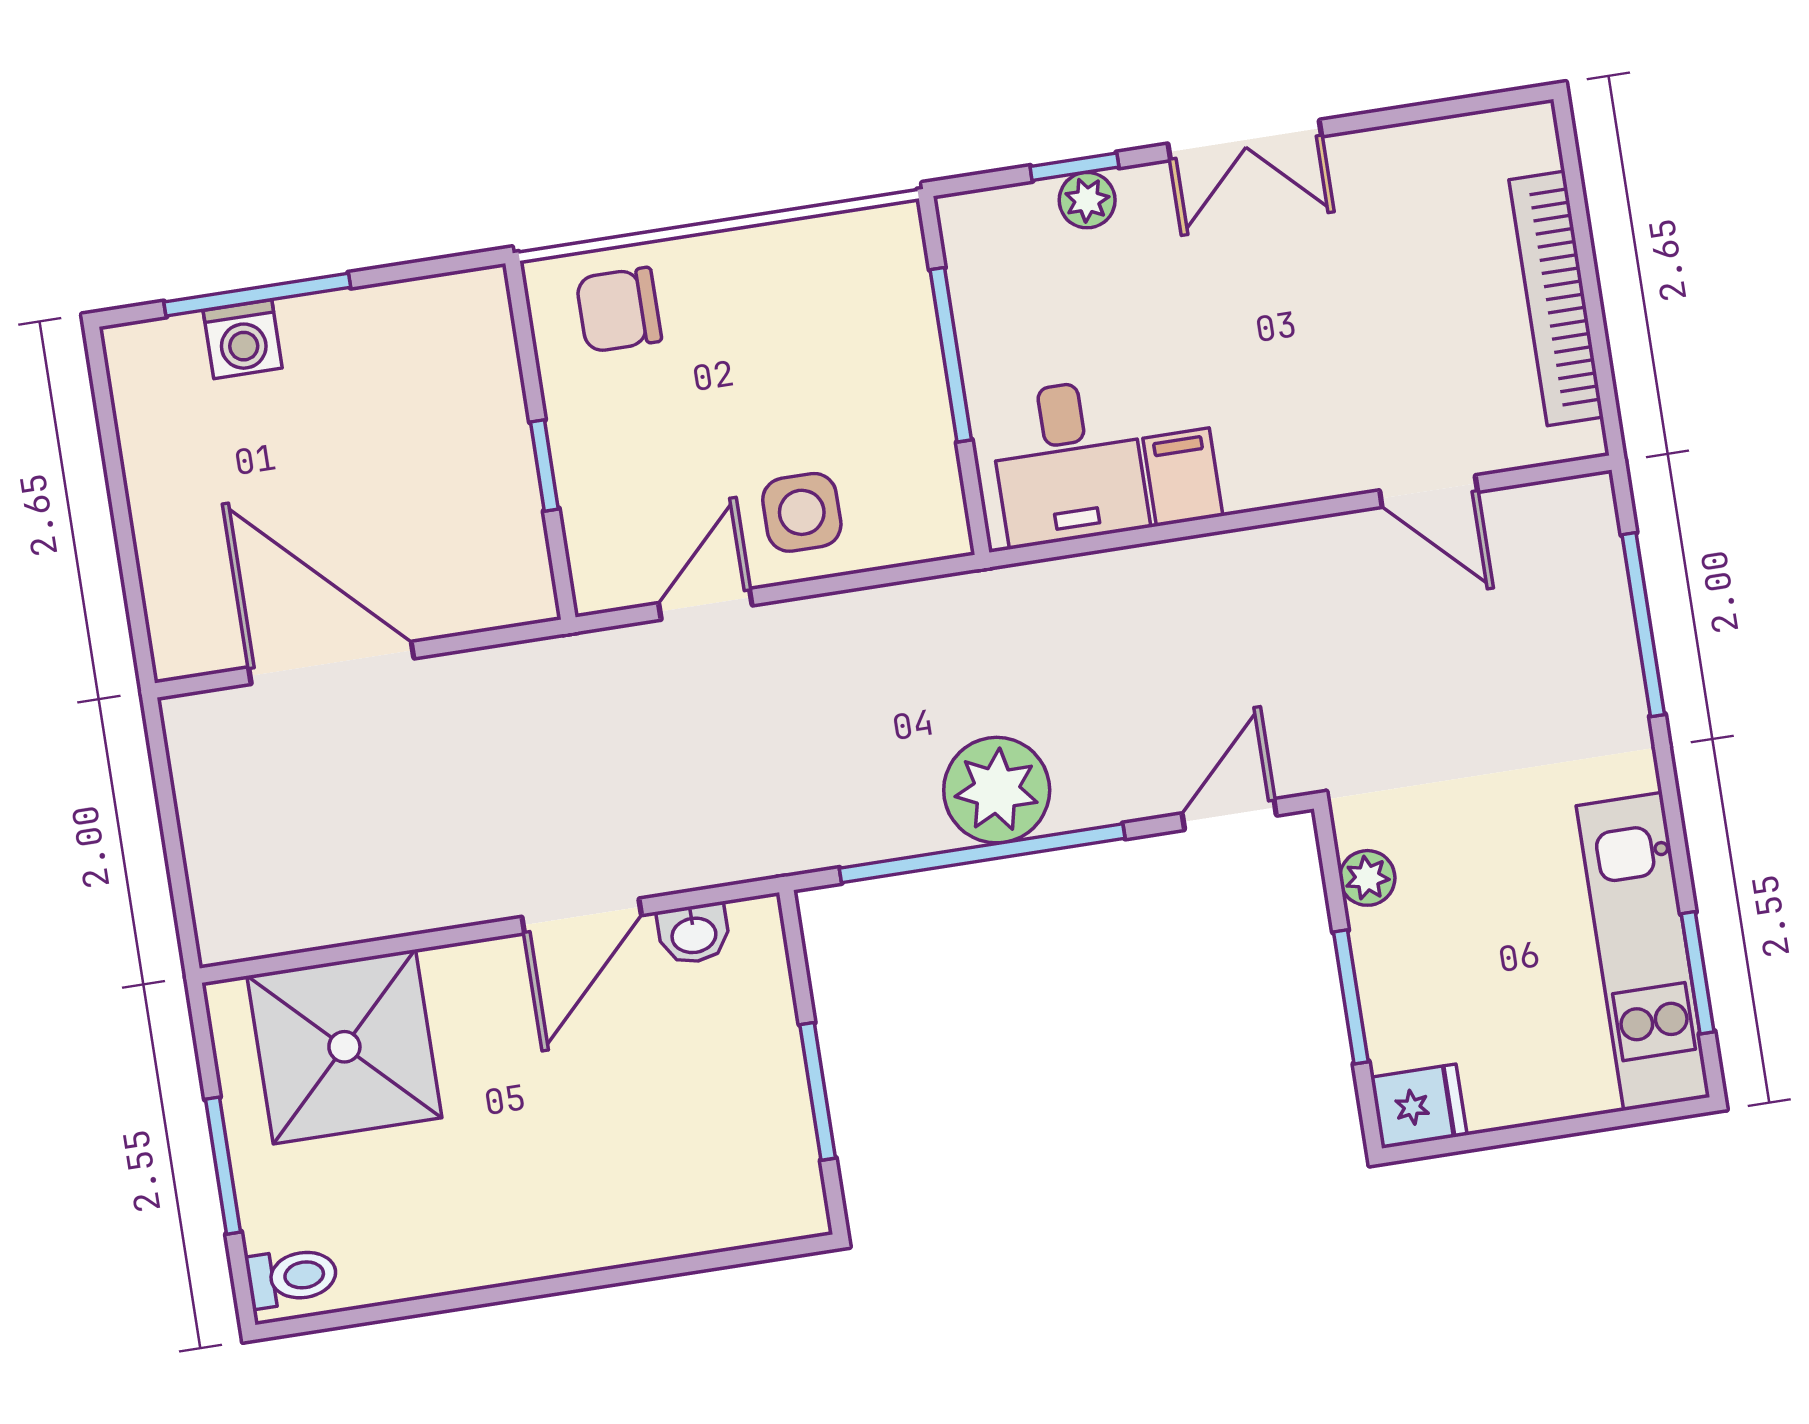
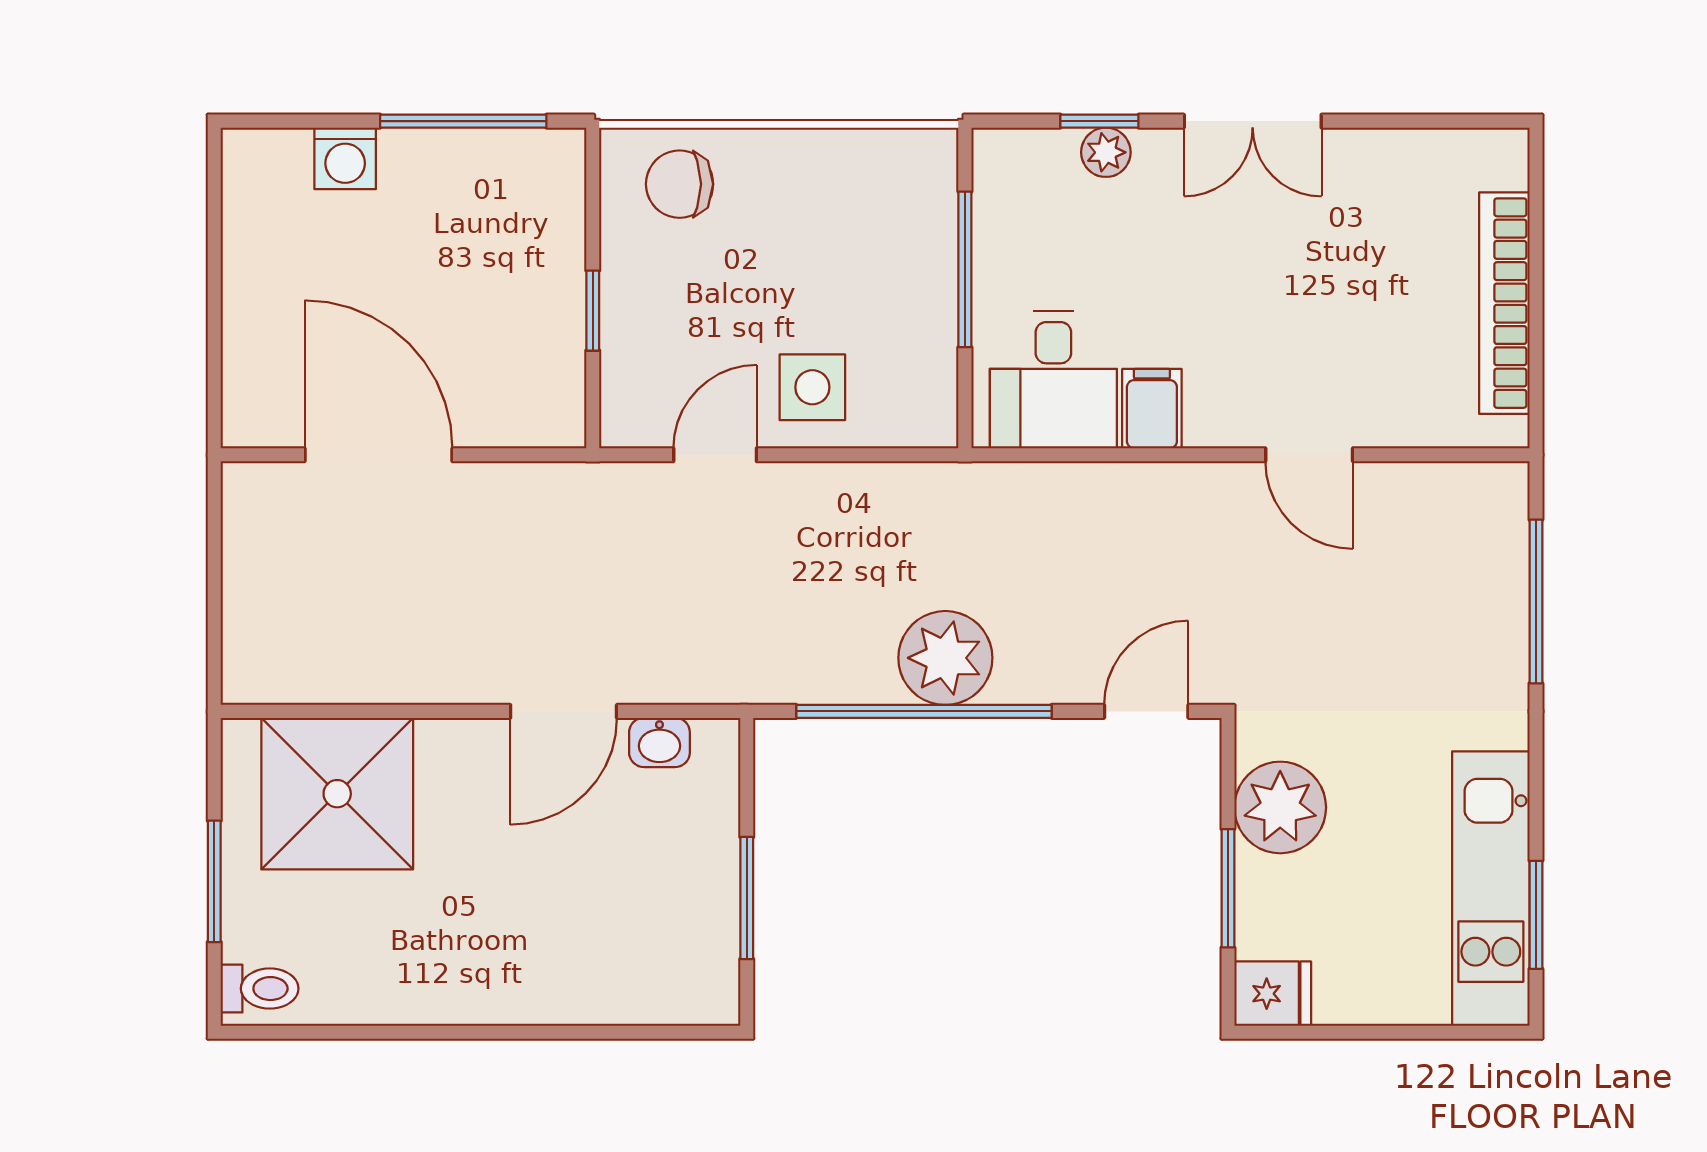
window: (257, 295) -> (463, 121), moved
door: (1429, 491) -> (1309, 455), moved
plant: (1367, 878) -> (1280, 807), width x1.87, depth x1.87

